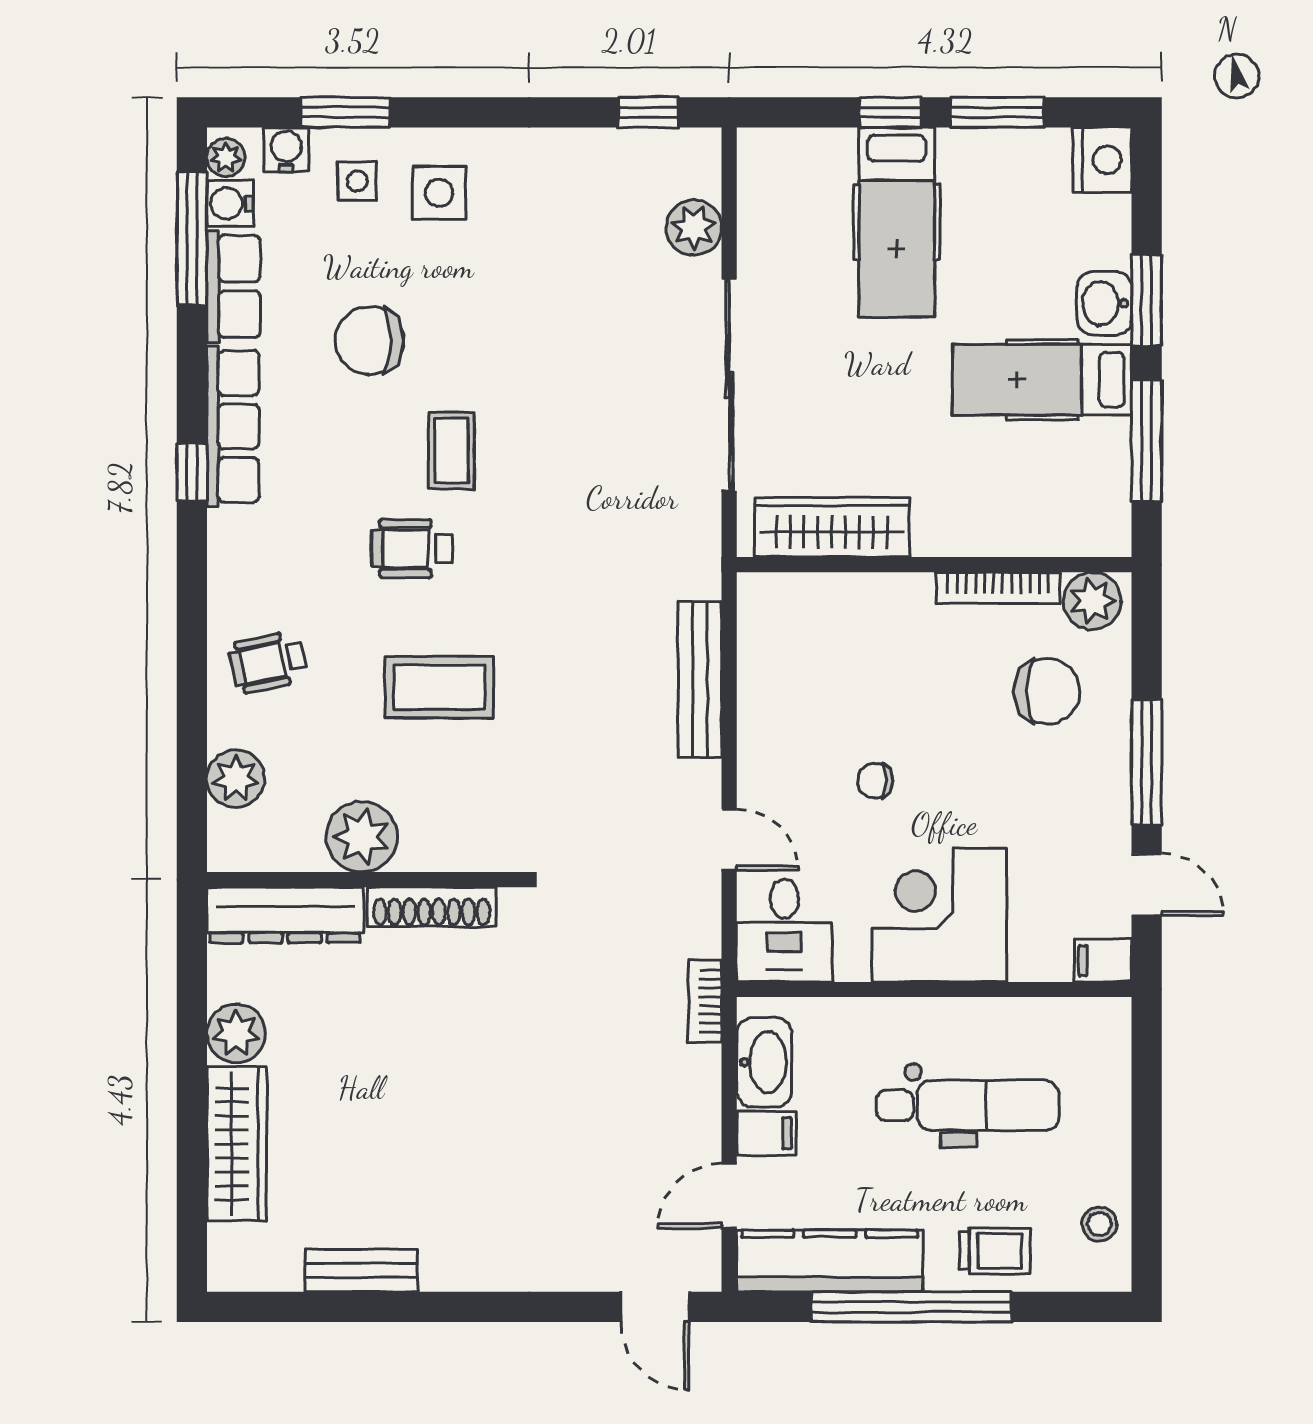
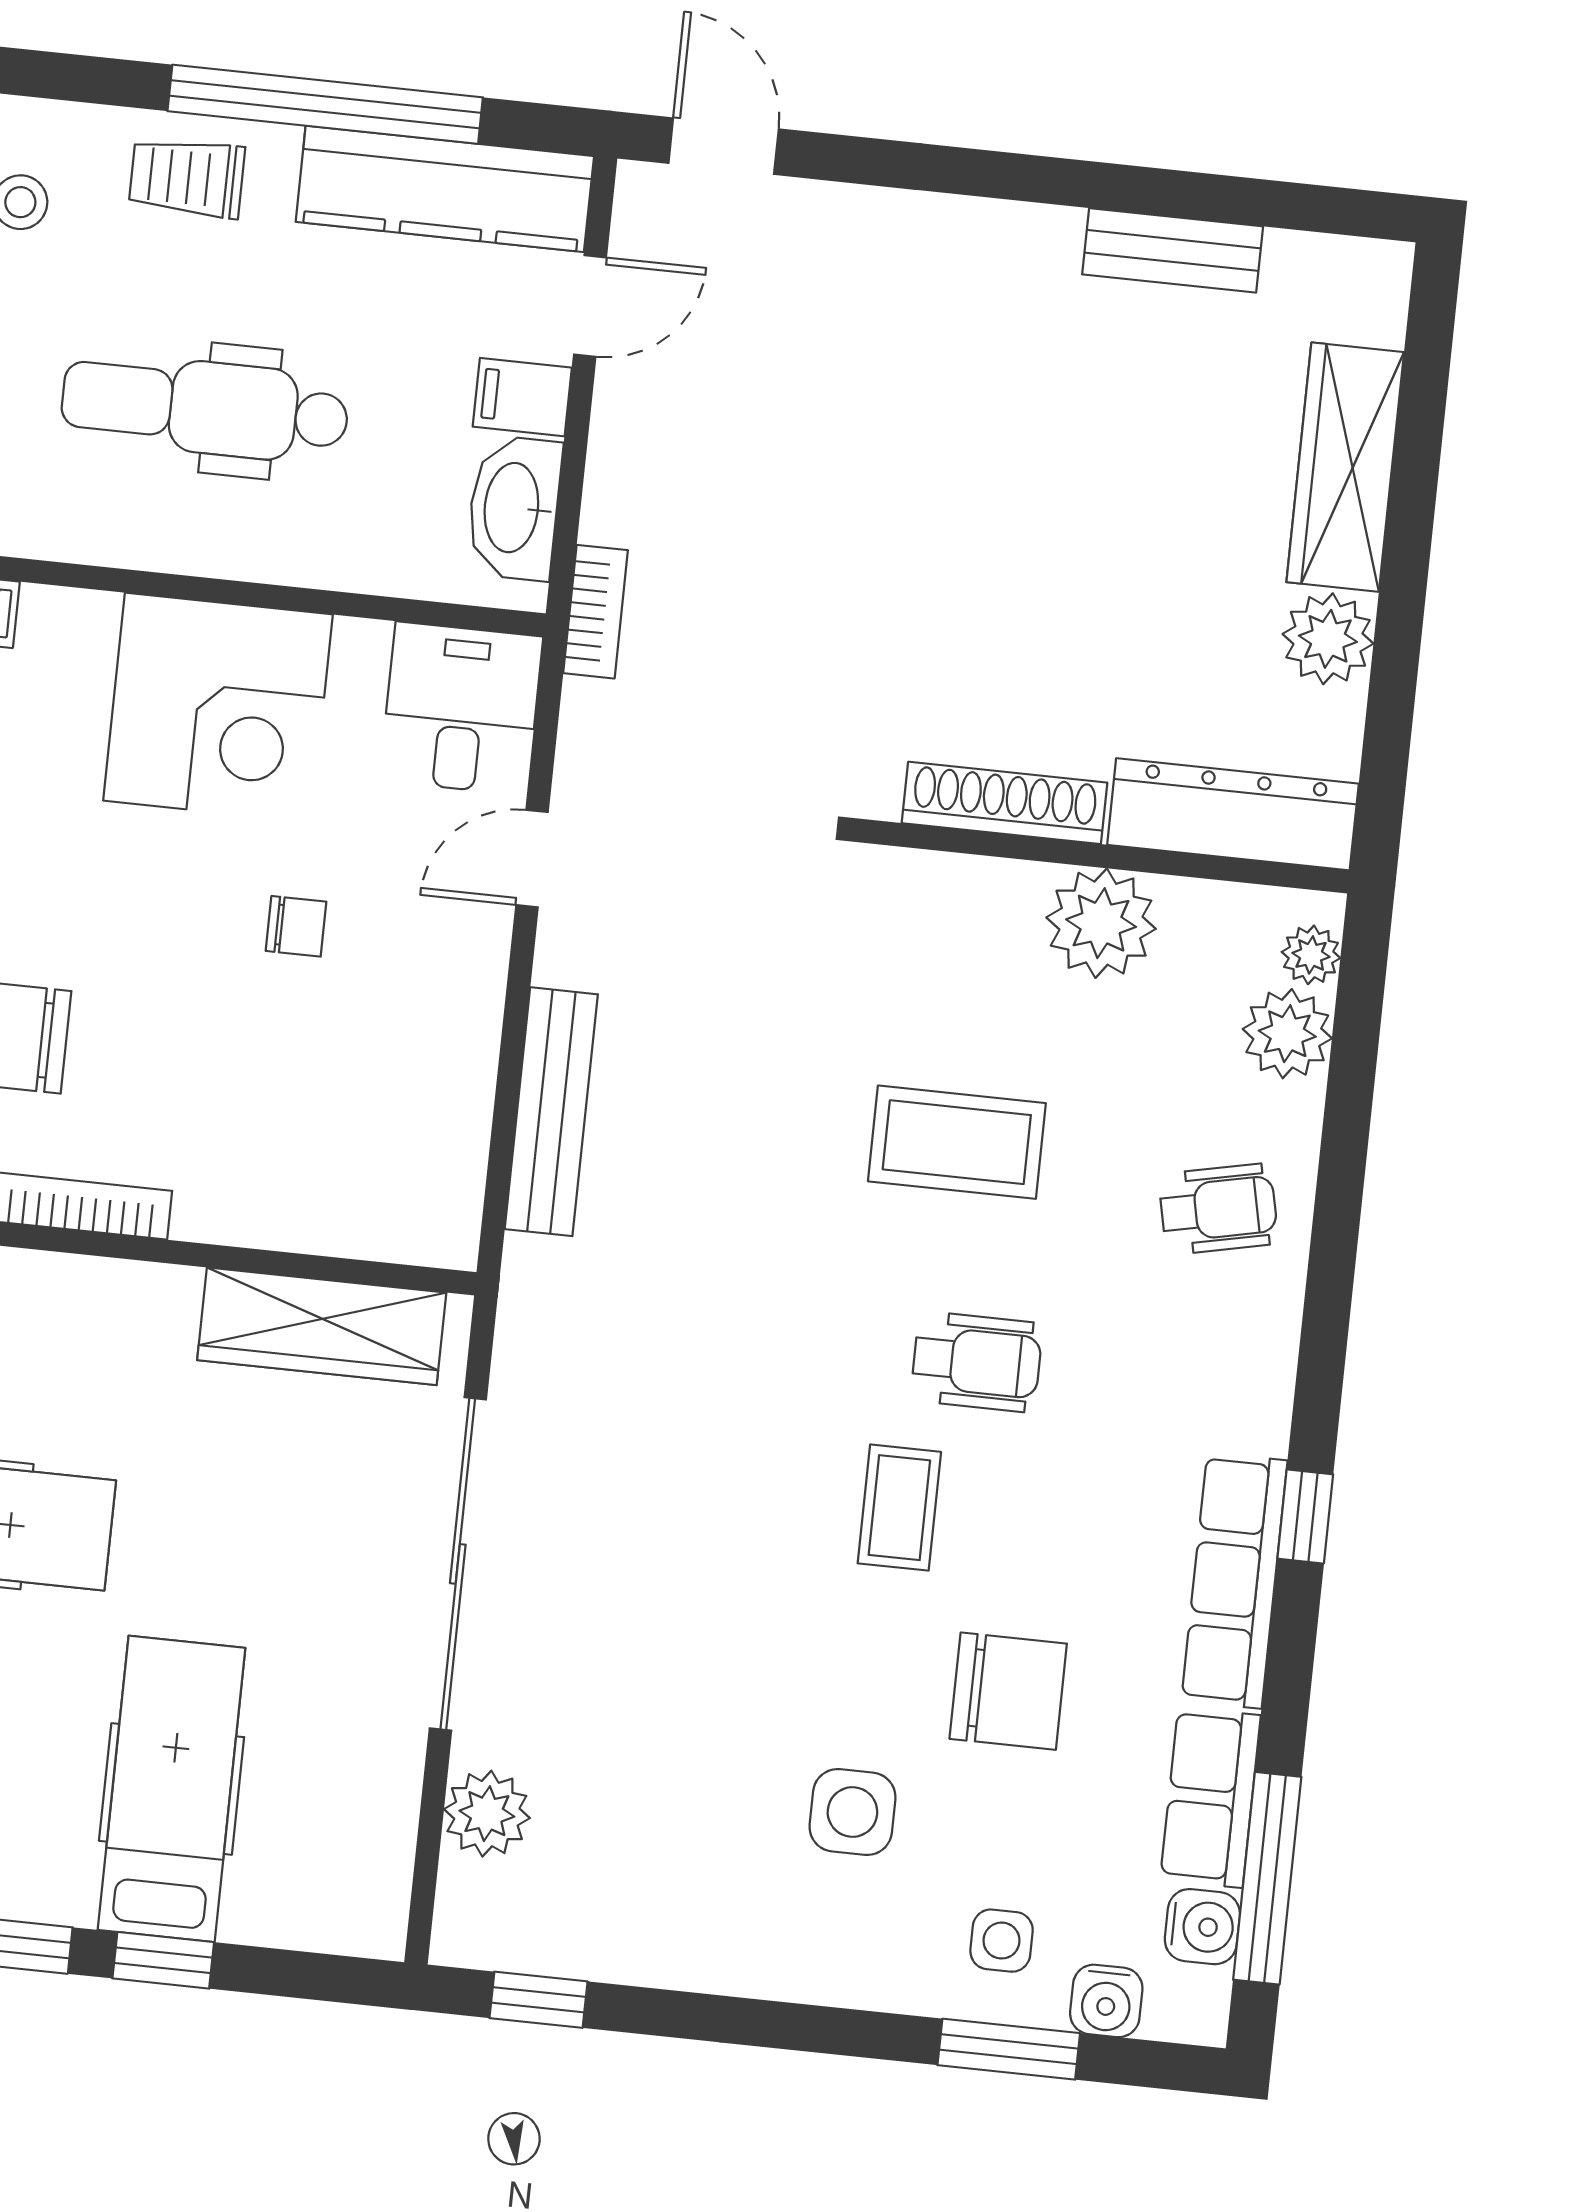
plant: (226, 157) -> (1311, 955), moved
side table: (439, 193) -> (852, 1812), moved
door: (729, 840) -> (532, 859), hinge flipped

